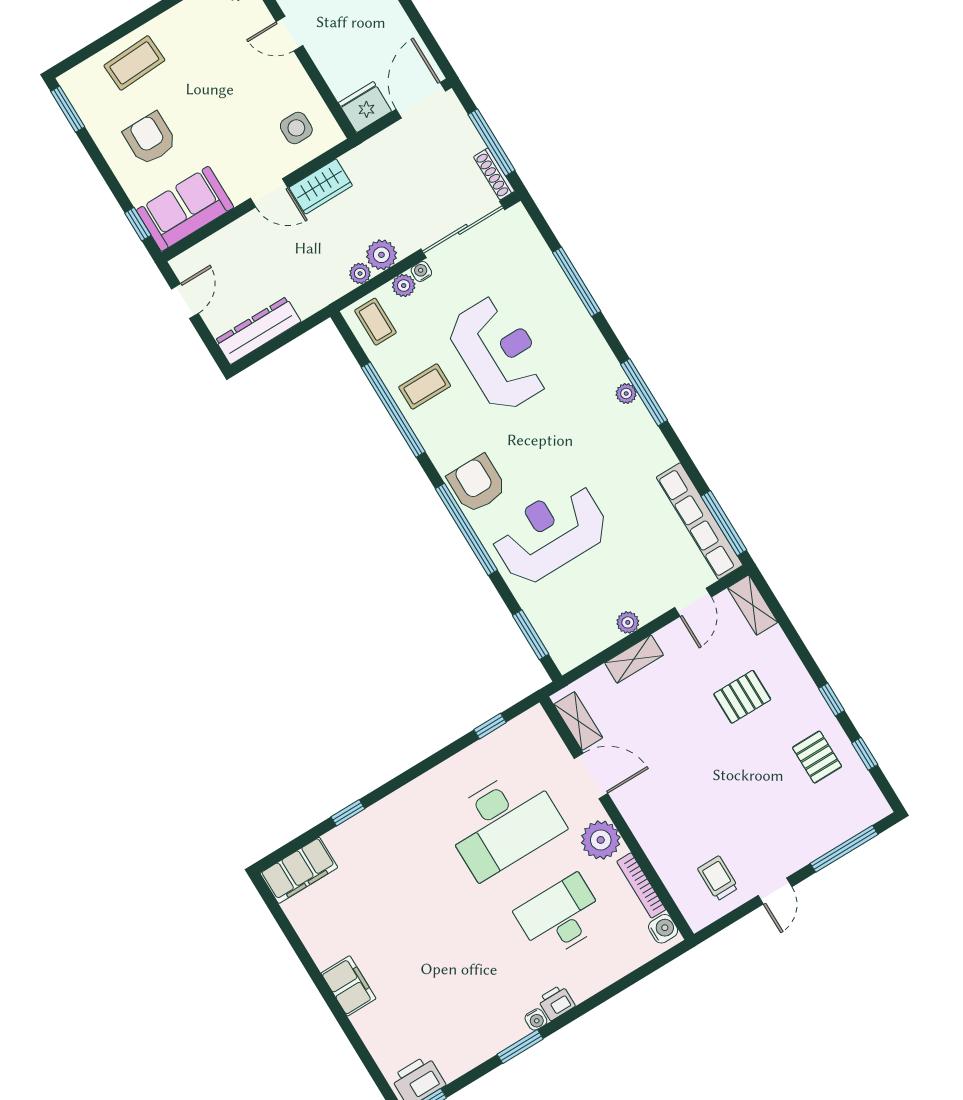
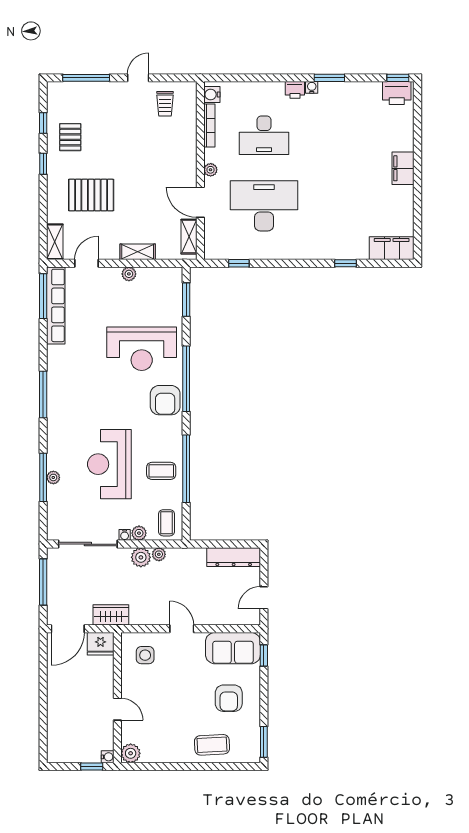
shoe rack: (494, 174) -> (52, 564), removed
wardrobe: (321, 187) -> (111, 615), moved
plant: (626, 393) -> (53, 477), moved
pallet: (742, 697) -> (91, 195), width x1.50, depth x1.42
plant: (601, 840) -> (211, 170), width x0.53, depth x0.53

